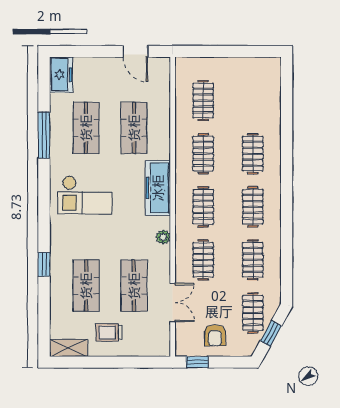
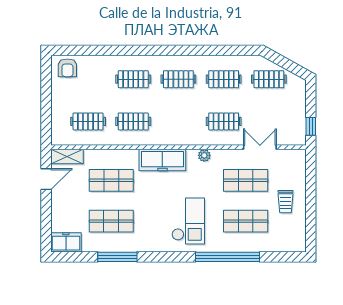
checkout: (85, 195) -> (188, 221), moved
clothes rail: (203, 207) -> (178, 121), removed
window: (44, 264) -> (228, 257), width x3.17
window: (271, 333) -> (286, 64), removed
armchair: (215, 335) -> (67, 68), moved, turned 90
shelving: (69, 348) -> (67, 157), moved, turned 90

